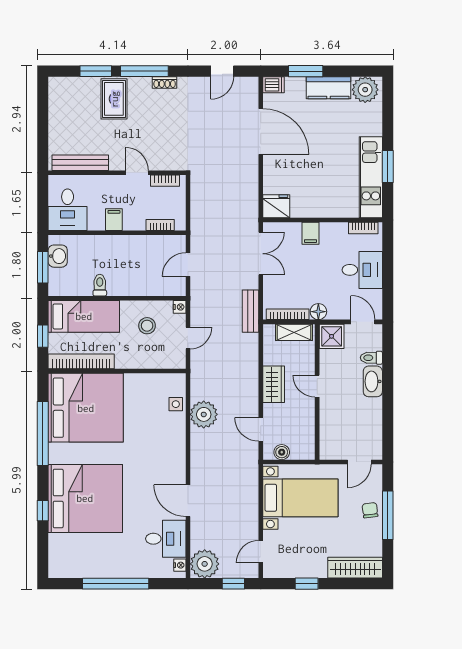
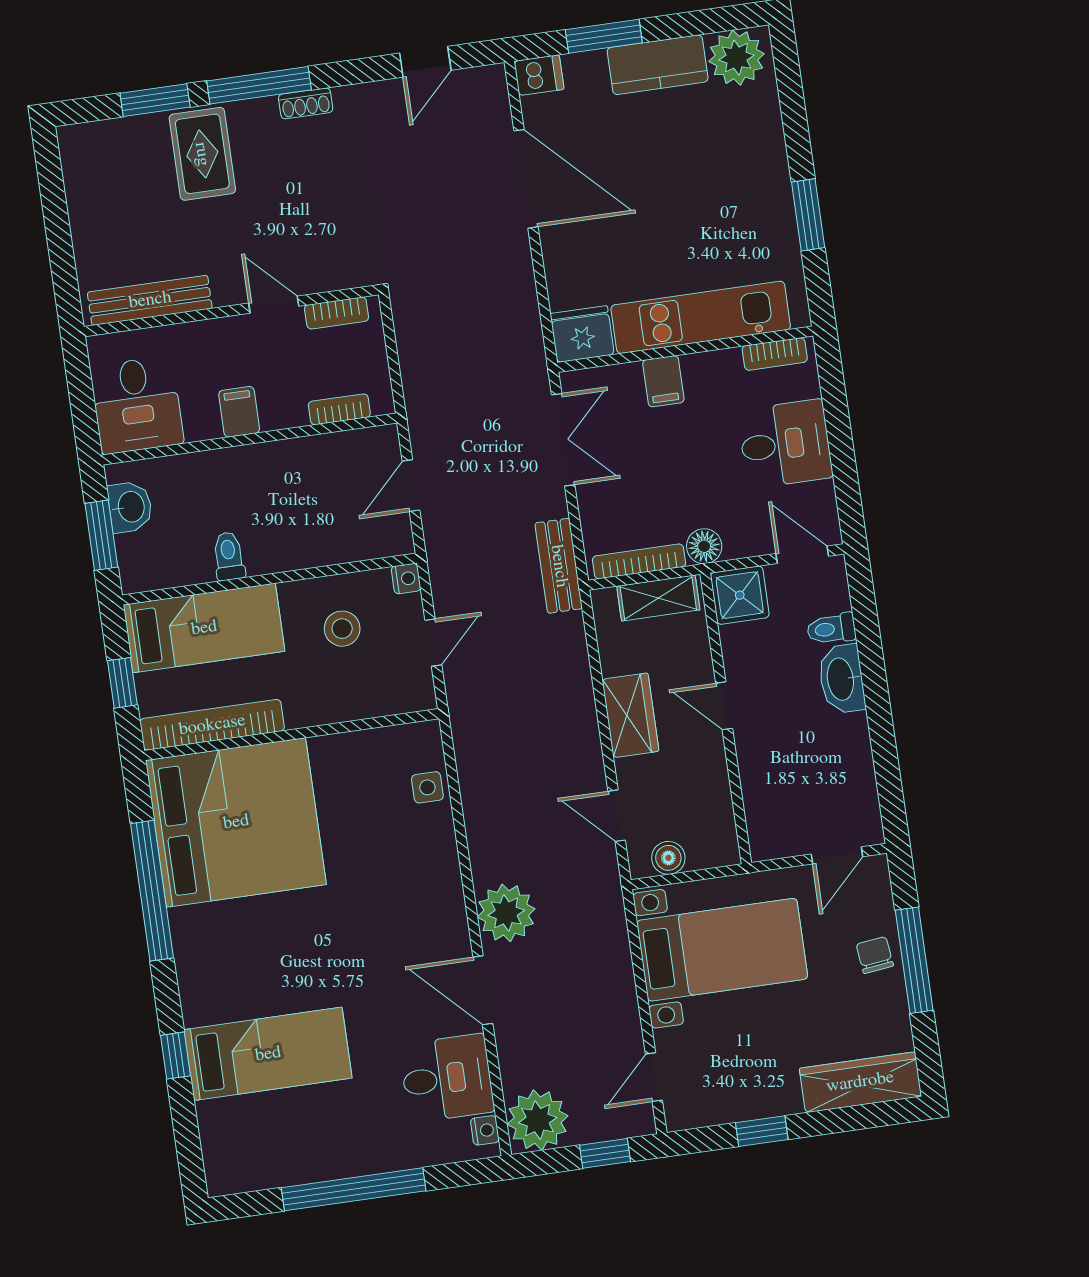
kitchen unit: (371, 177) -> (701, 317), moved, turned 90
plant: (204, 414) -> (506, 913), moved
bed: (85, 498) -> (268, 1054), width x0.49

